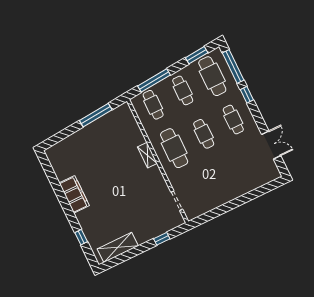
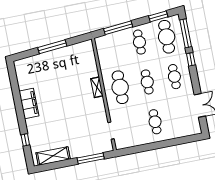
cafe table: (153, 105) -> (155, 122), moved
window: (96, 115) -> (52, 47), moved
window: (162, 239) -> (91, 158), width x2.17

